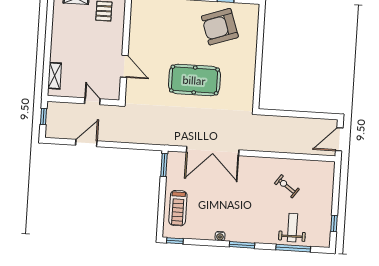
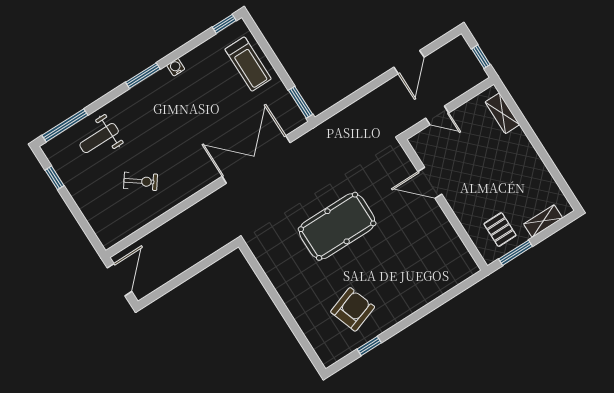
armchair: (220, 27) -> (353, 309), width x0.73, depth x0.73
treadmill: (178, 208) -> (248, 64), turned 180
weight bench: (292, 228) -> (99, 138), turned 90
window: (293, 248) -> (65, 125), moved

